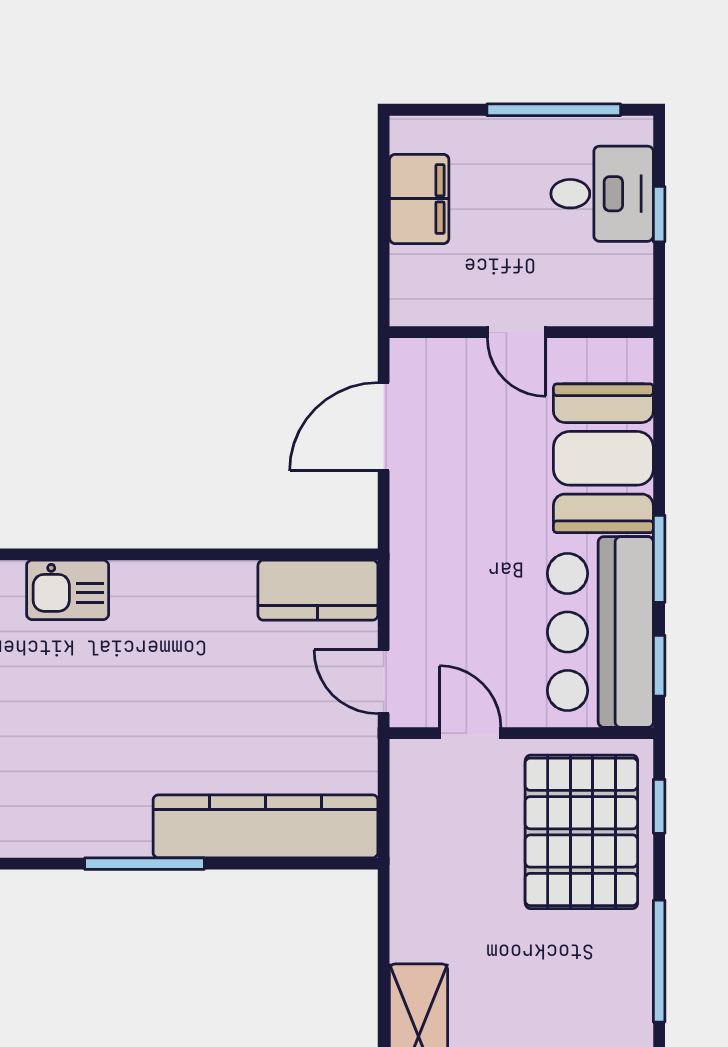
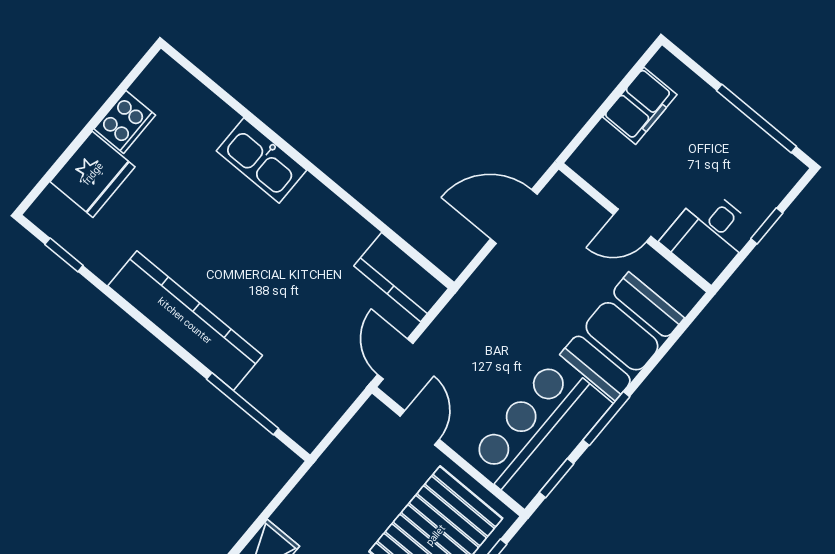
desk: (602, 194) -> (709, 235), moved, turned 90
door: (517, 332) -> (632, 225), hinge flipped
kitchen sink: (68, 590) -> (261, 160), width x1.38
kitchen counter: (265, 826) -> (185, 321), moved
window: (145, 864) -> (243, 404), moved

